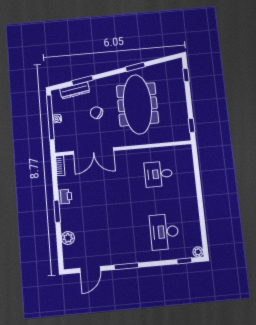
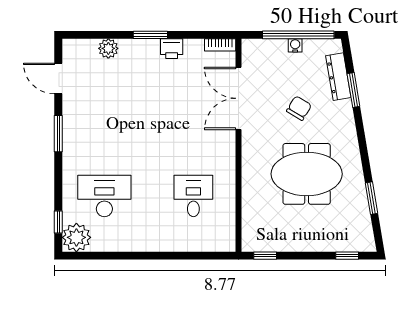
window: (135, 67) -> (372, 198), moved
meeting table: (137, 104) -> (307, 174), width x0.73
plant: (198, 252) -> (76, 237), width x1.88, depth x1.88

